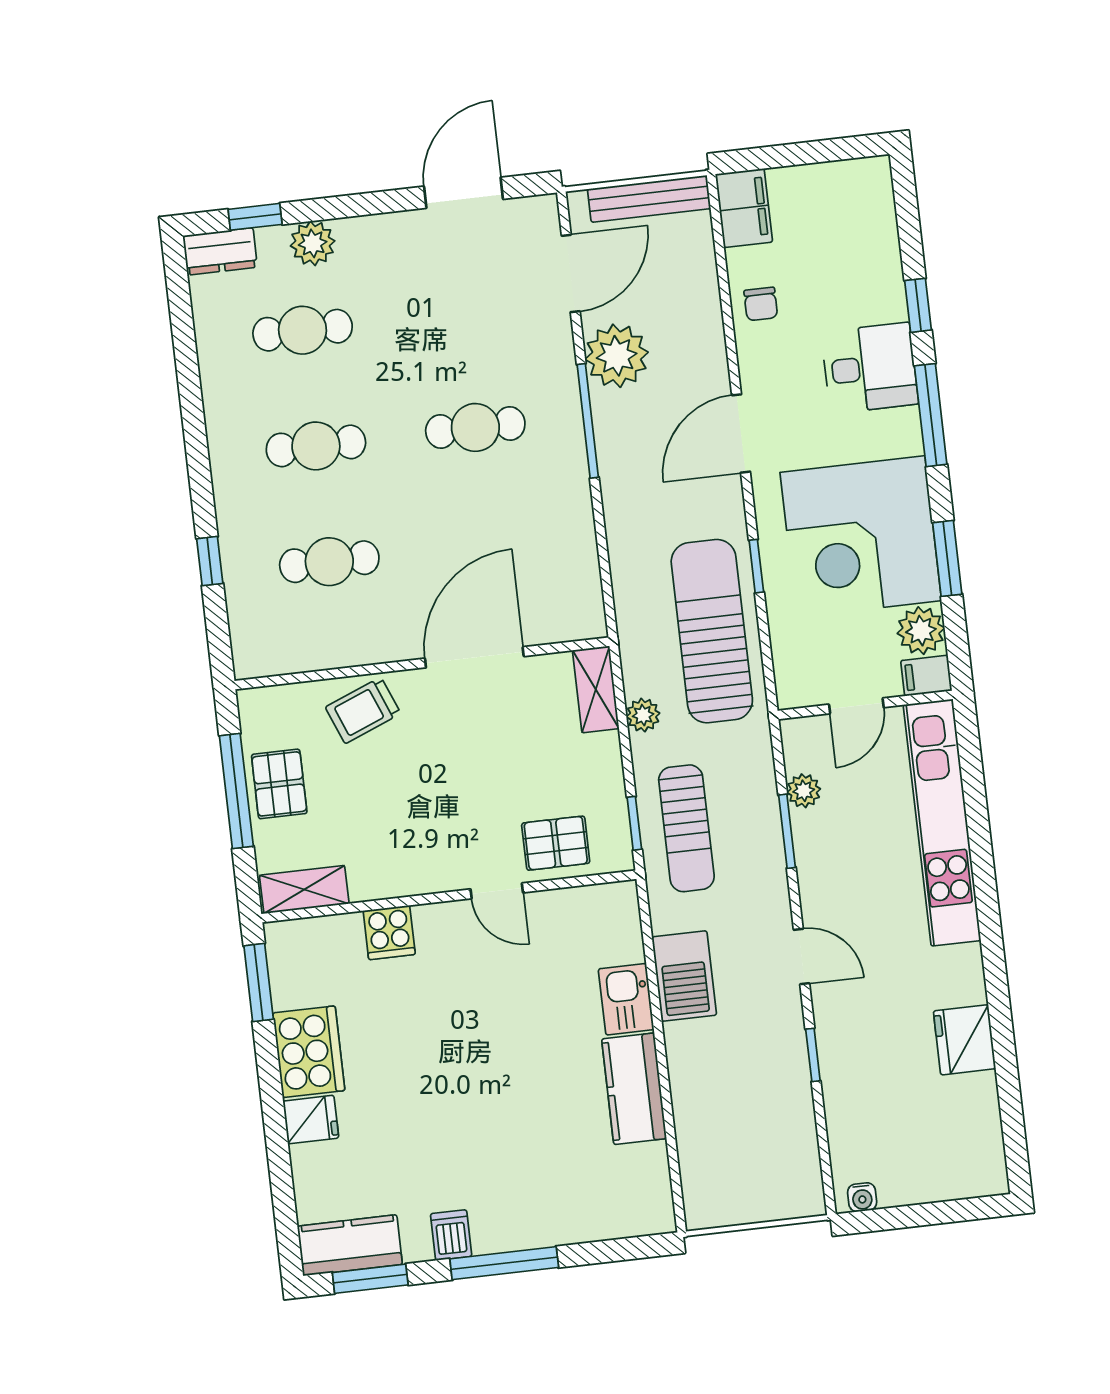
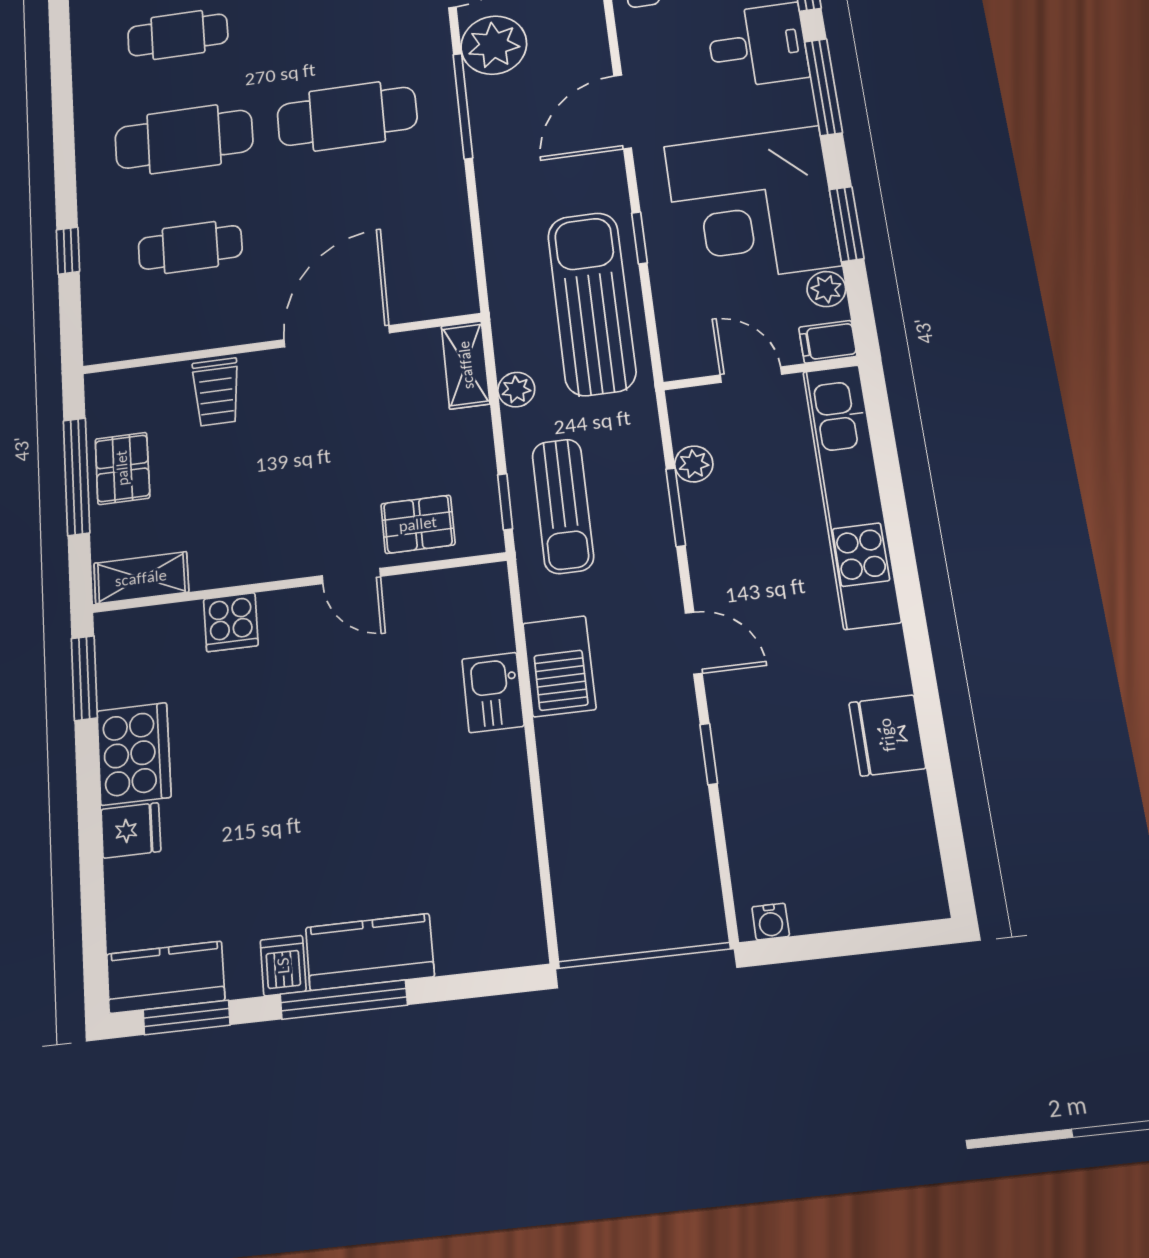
cafe table: (475, 427) -> (347, 116), width x1.37, depth x1.35
cafe table: (316, 446) -> (184, 139), width x1.37, depth x1.35
plant: (921, 631) -> (826, 289), width x0.73, depth x0.73
door: (856, 706) -> (751, 375), swing flipped
trolley: (363, 710) -> (216, 392), turned -68
kitchen counter: (634, 1089) -> (370, 952), moved, turned 90

